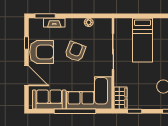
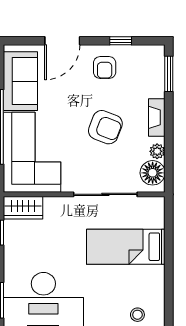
fireplace: (54, 23) -> (157, 117), moved
floor lamp: (101, 25) -> (153, 173), added
armchair: (42, 52) -> (105, 68), width x0.53, depth x0.53

